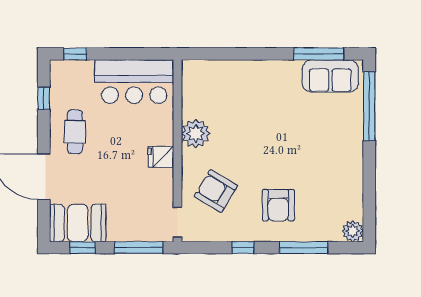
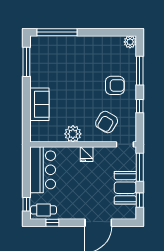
sofa: (330, 76) -> (39, 104), moved
cafe table: (75, 132) -> (44, 210), moved
booth: (78, 223) -> (125, 188), moved

